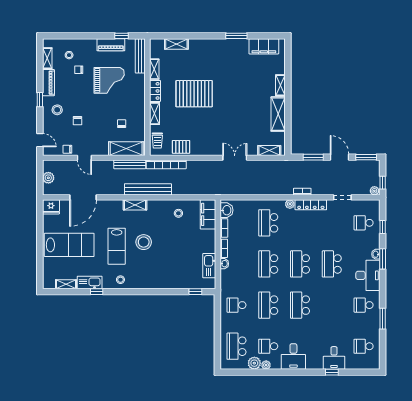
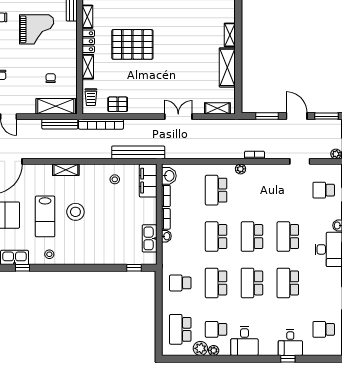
bench: (148, 189) -> (138, 152), moved
locker: (311, 205) -> (264, 170), removed
school desk: (364, 305) -> (288, 283), moved, width x1.85

